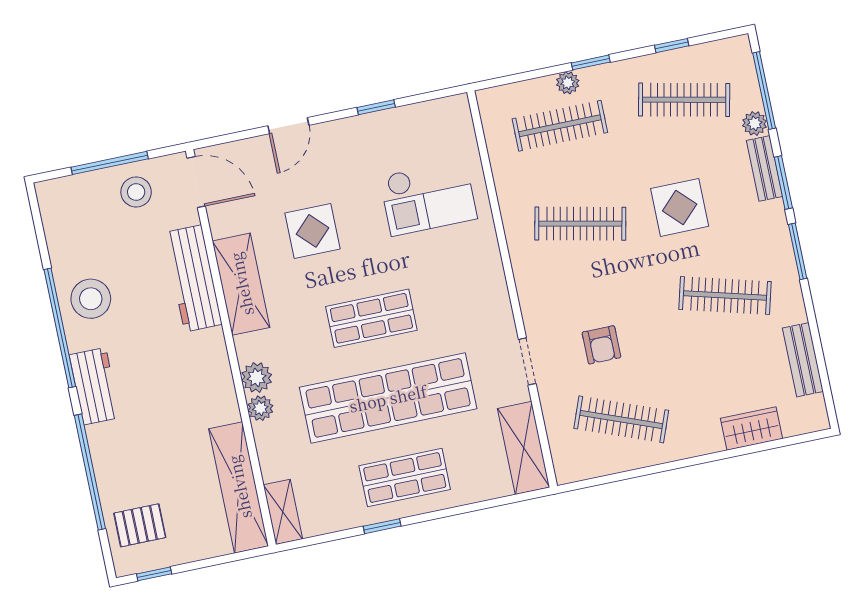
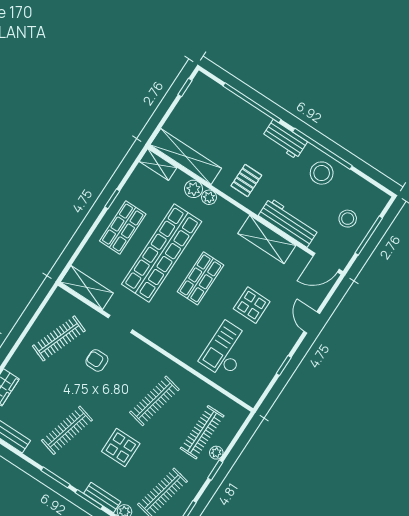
stool: (136, 192) -> (348, 219), moved
display table: (313, 231) -> (252, 305), moved
plant: (257, 377) -> (194, 189), moved
pallet: (140, 525) -> (246, 181), moved

